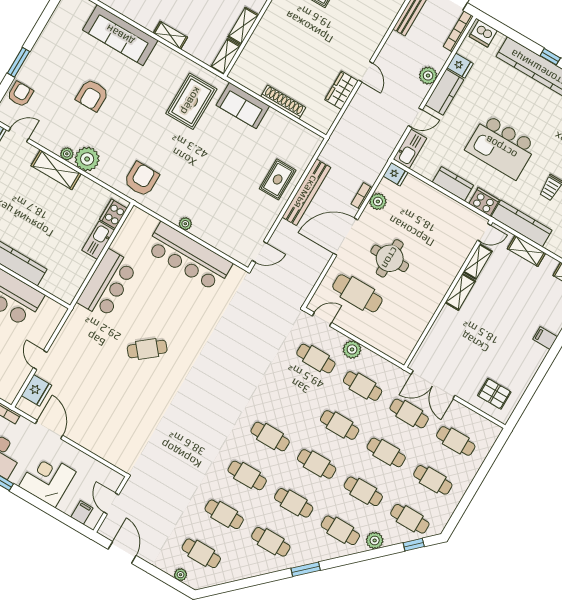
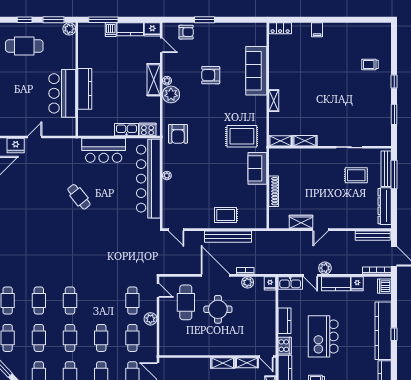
plant: (428, 76) -> (325, 268), moved
armchair: (141, 179) -> (178, 134), turned 90
bar counter: (189, 257) -> (148, 179), width x1.36

